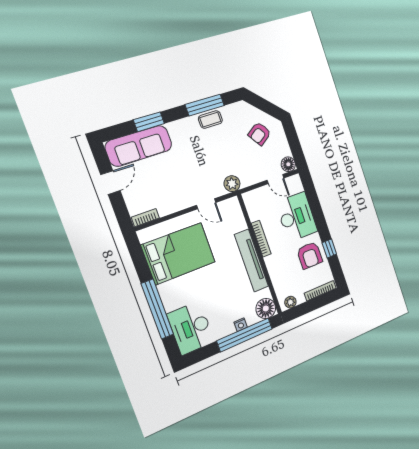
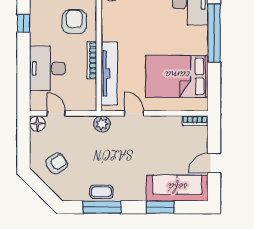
armchair: (310, 255) -> (74, 22), moved
tv unit: (251, 260) -> (109, 73), moved

